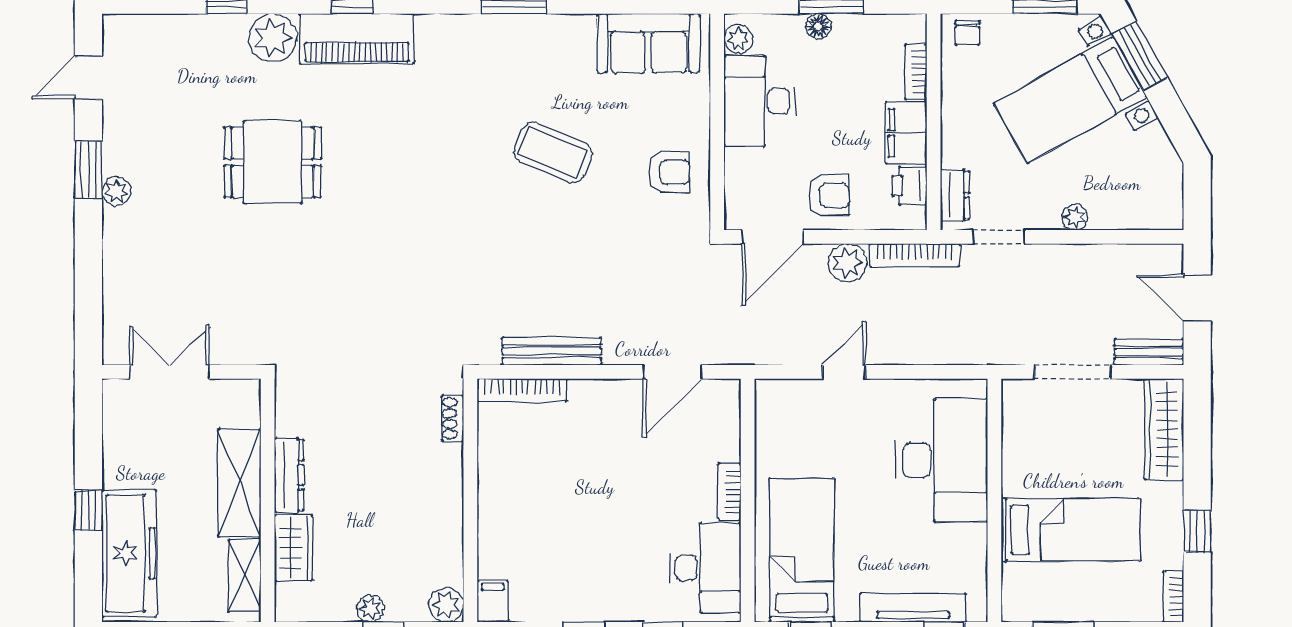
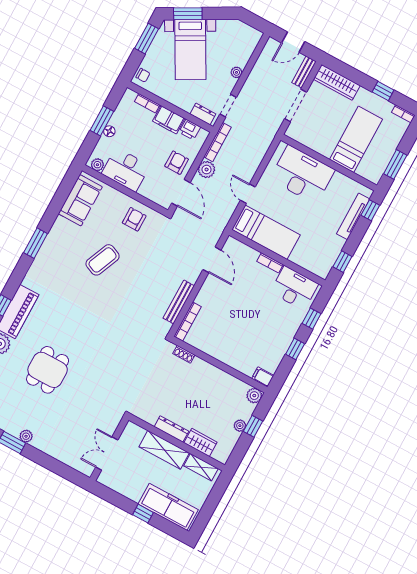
bed: (802, 550) -> (266, 232), moved, turned 180

